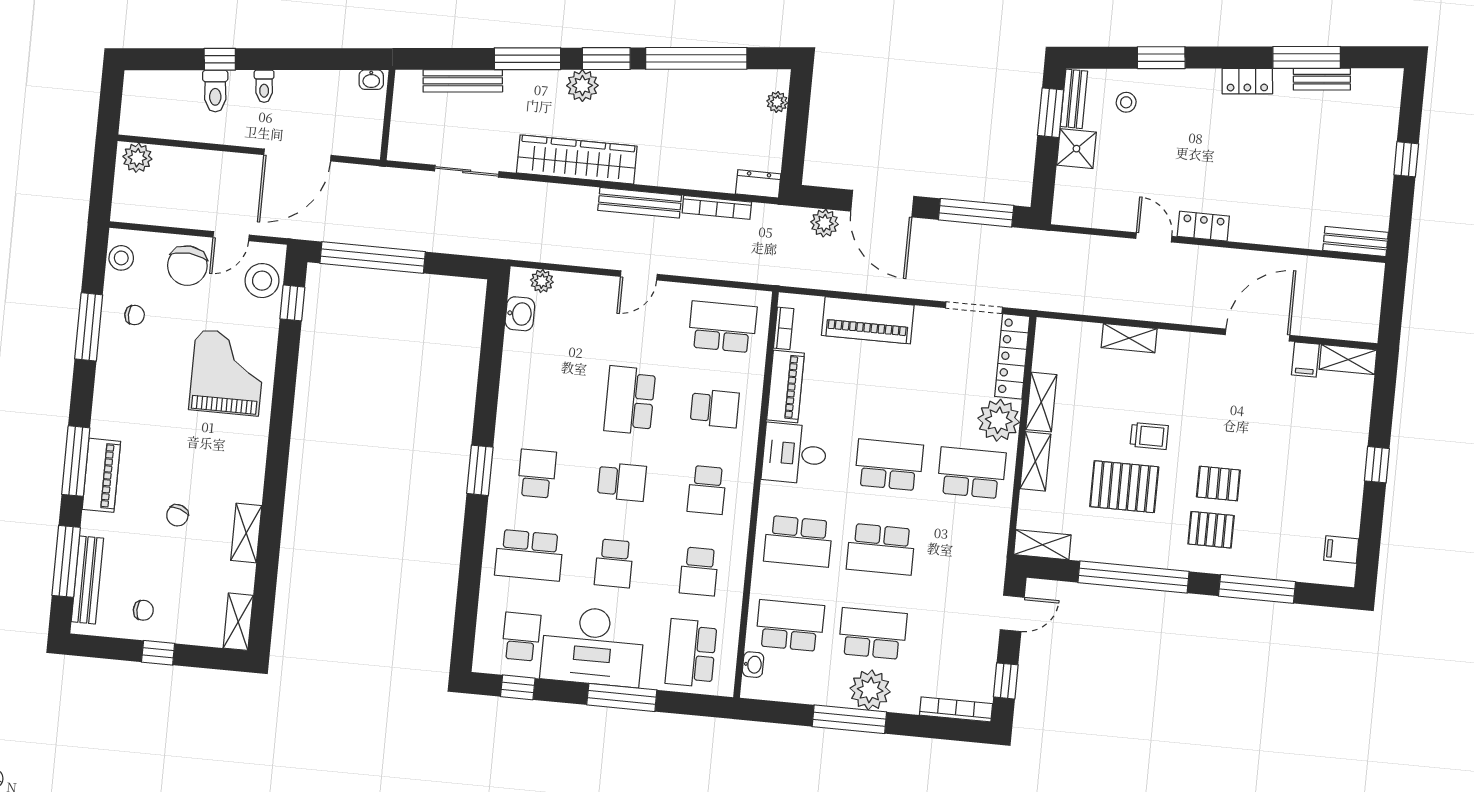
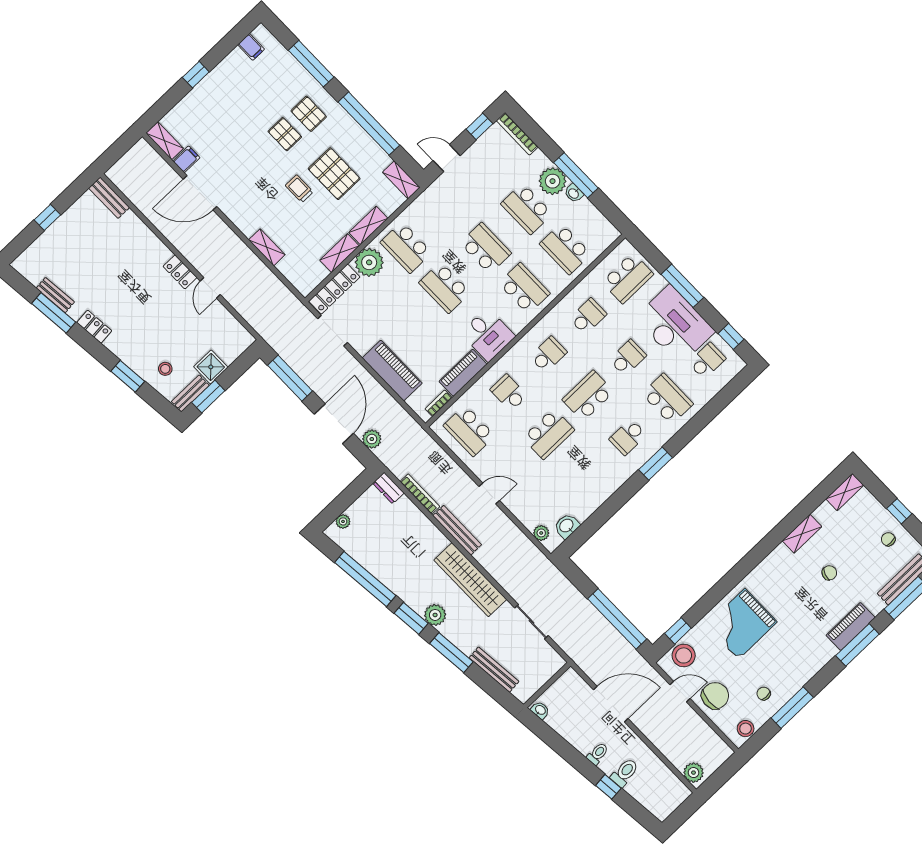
school desk: (622, 482) -> (588, 396), width x1.85
school desk: (521, 637) -> (707, 361), turned 180
washbasin: (753, 665) -> (574, 193), moved, turned -90

